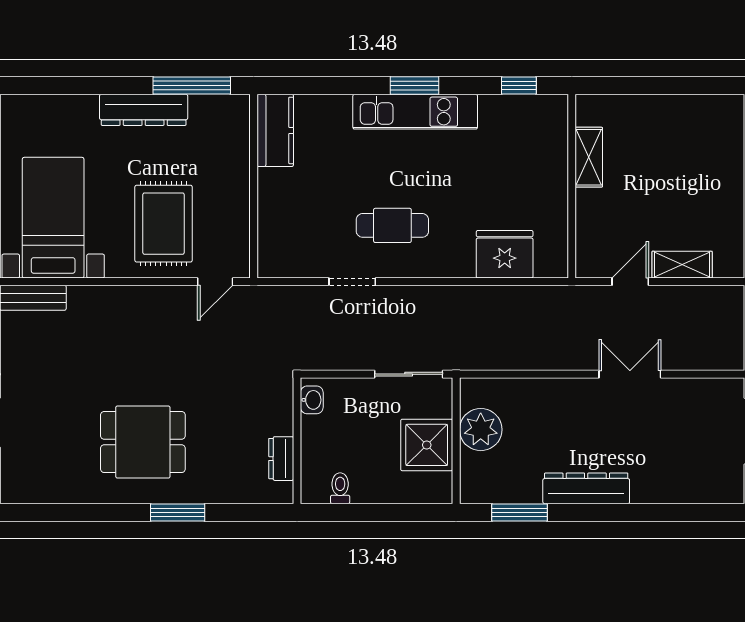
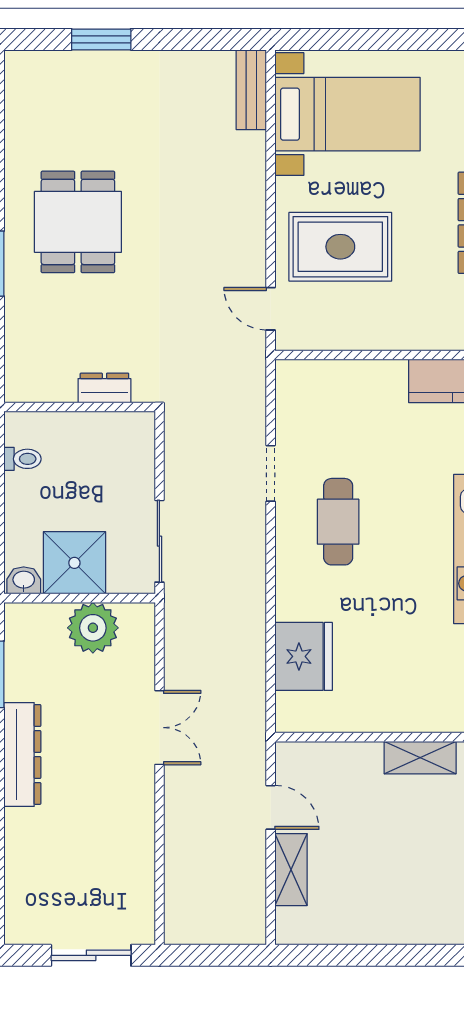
double door: (630, 374) -> (159, 728), moved
washbasin: (312, 400) -> (24, 580), moved, turned 180
dresser: (281, 459) -> (104, 388), moved

